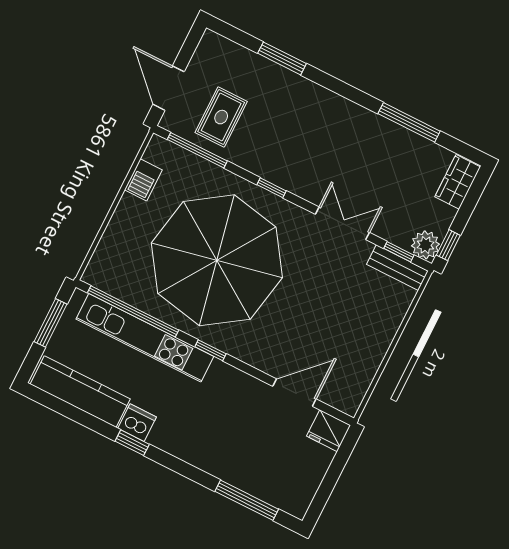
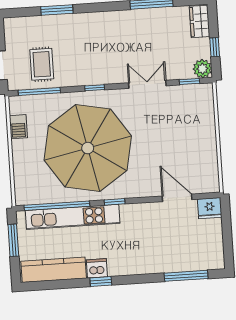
window: (448, 245) -> (215, 47), moved
bench: (397, 268) -> (194, 91), removed
door: (294, 393) -> (177, 198), hinge flipped

